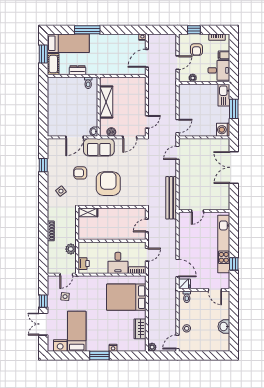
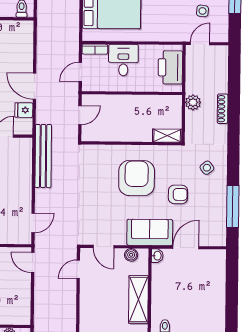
door: (178, 126) -> (33, 263), hinge flipped
door: (130, 137) -> (104, 247), swing flipped
window: (43, 165) -> (233, 207), width x2.17
armchair: (108, 184) -> (137, 178), turned 180
plant: (71, 249) -> (193, 102), moved
printer: (84, 264) -> (170, 67), width x1.87, depth x1.48
door: (178, 268) -> (35, 86), moved
fridge: (184, 284) -> (24, 110), moved

